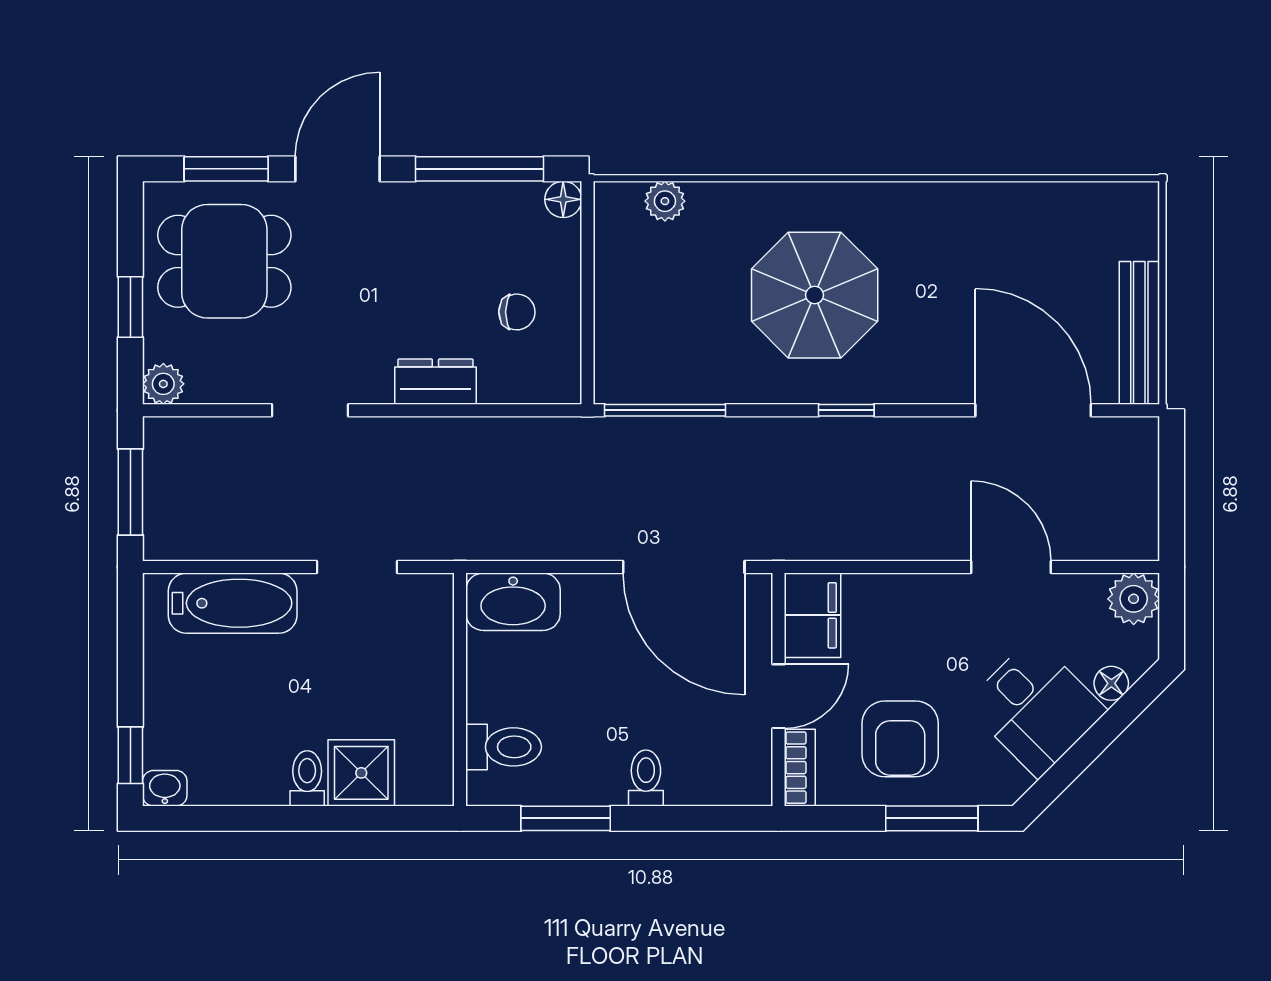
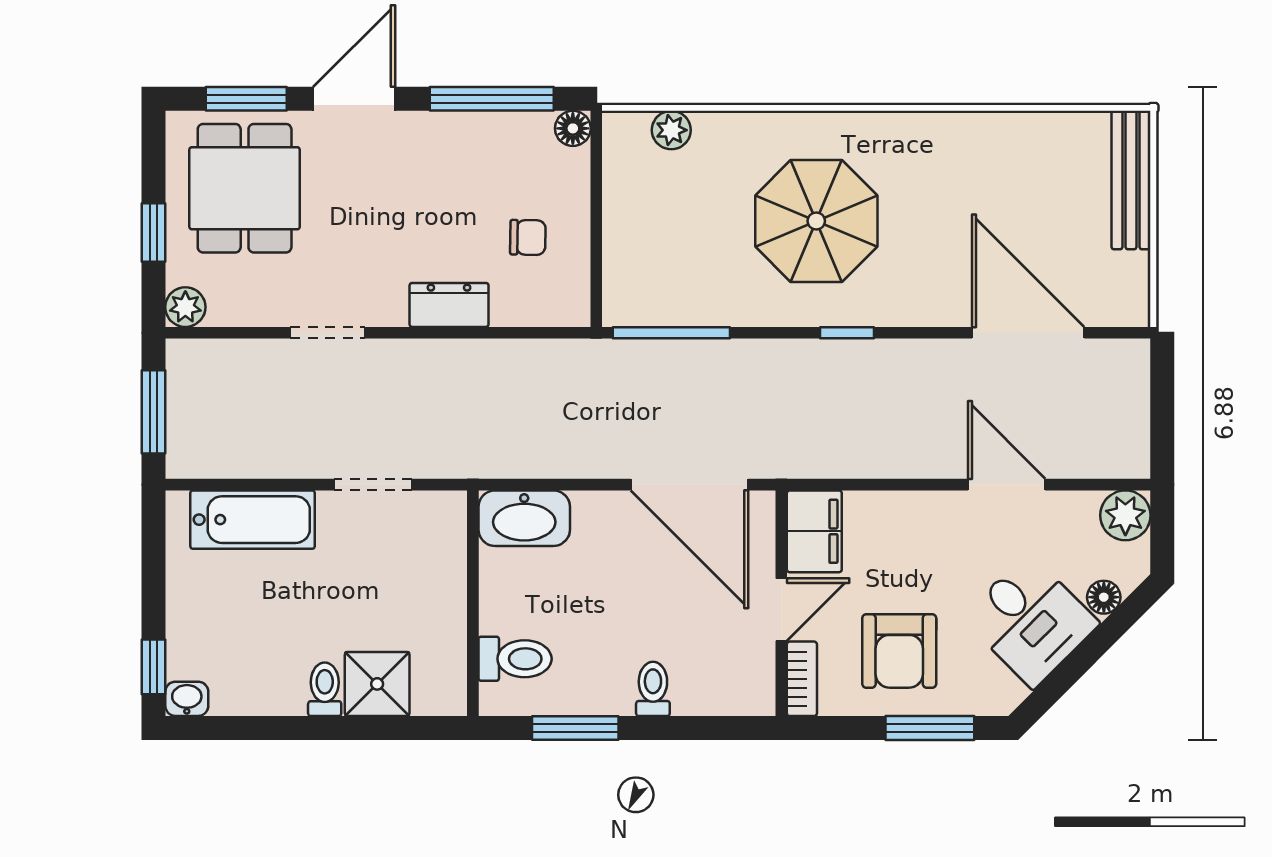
dining table: (224, 261) -> (245, 188), turned 90
bench: (1139, 333) -> (1131, 180), moved

